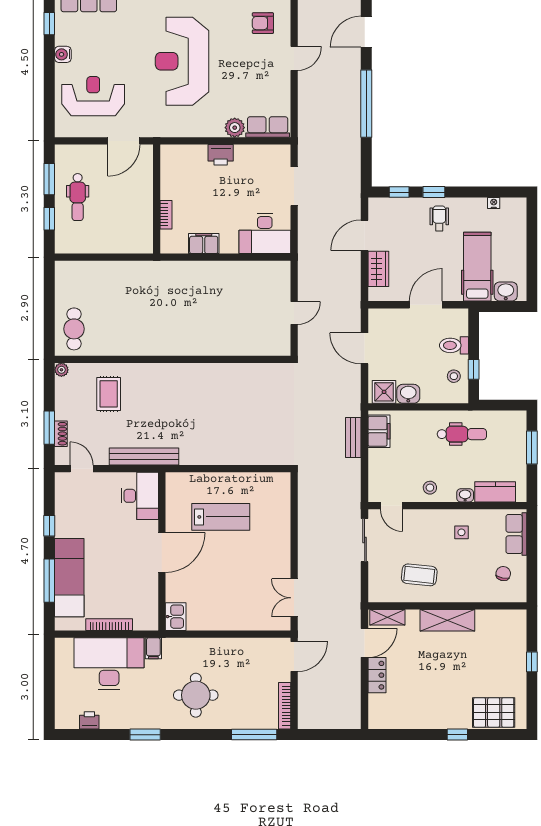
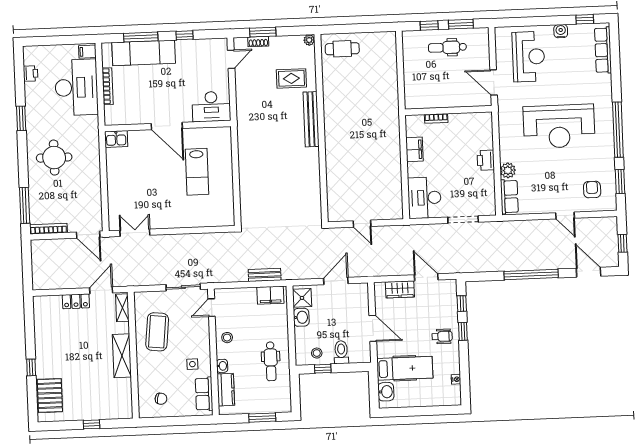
reception desk: (182, 61) -> (559, 126), turned 180
bench: (144, 456) -> (311, 119), moved
row of seats: (516, 534) -> (204, 394), moved, turned -90
coffee table: (419, 575) -> (157, 332), width x1.36, depth x1.32
door: (365, 643) -> (101, 290), swing flipped
filing cabinet: (153, 648) -> (87, 52), moved

